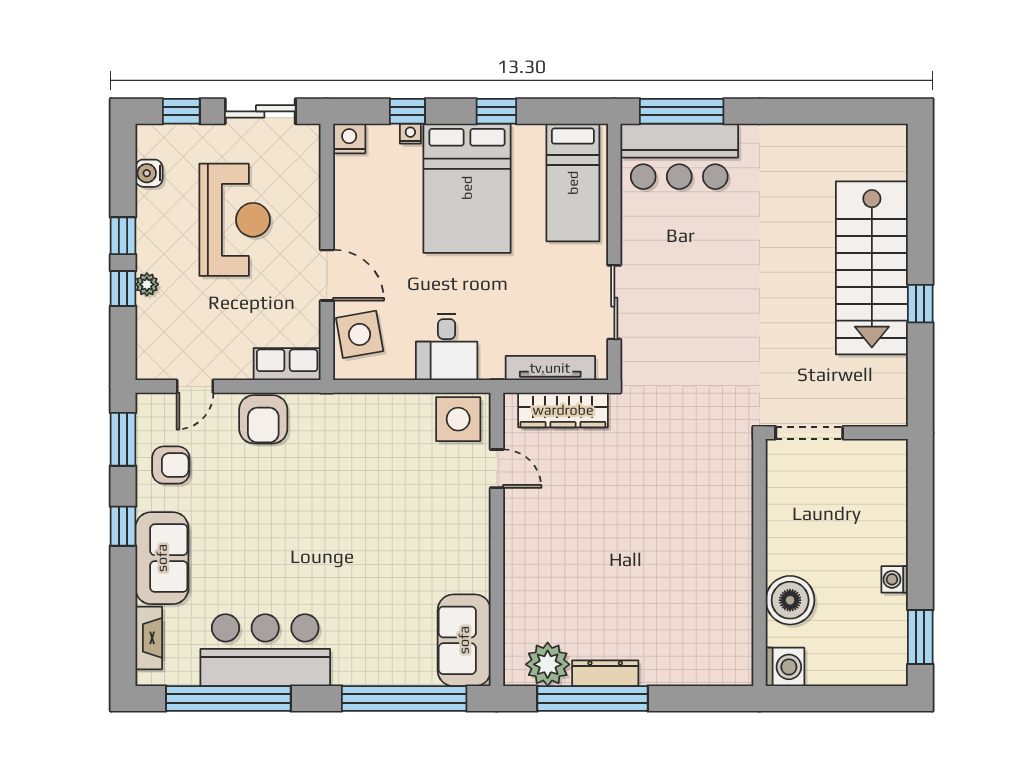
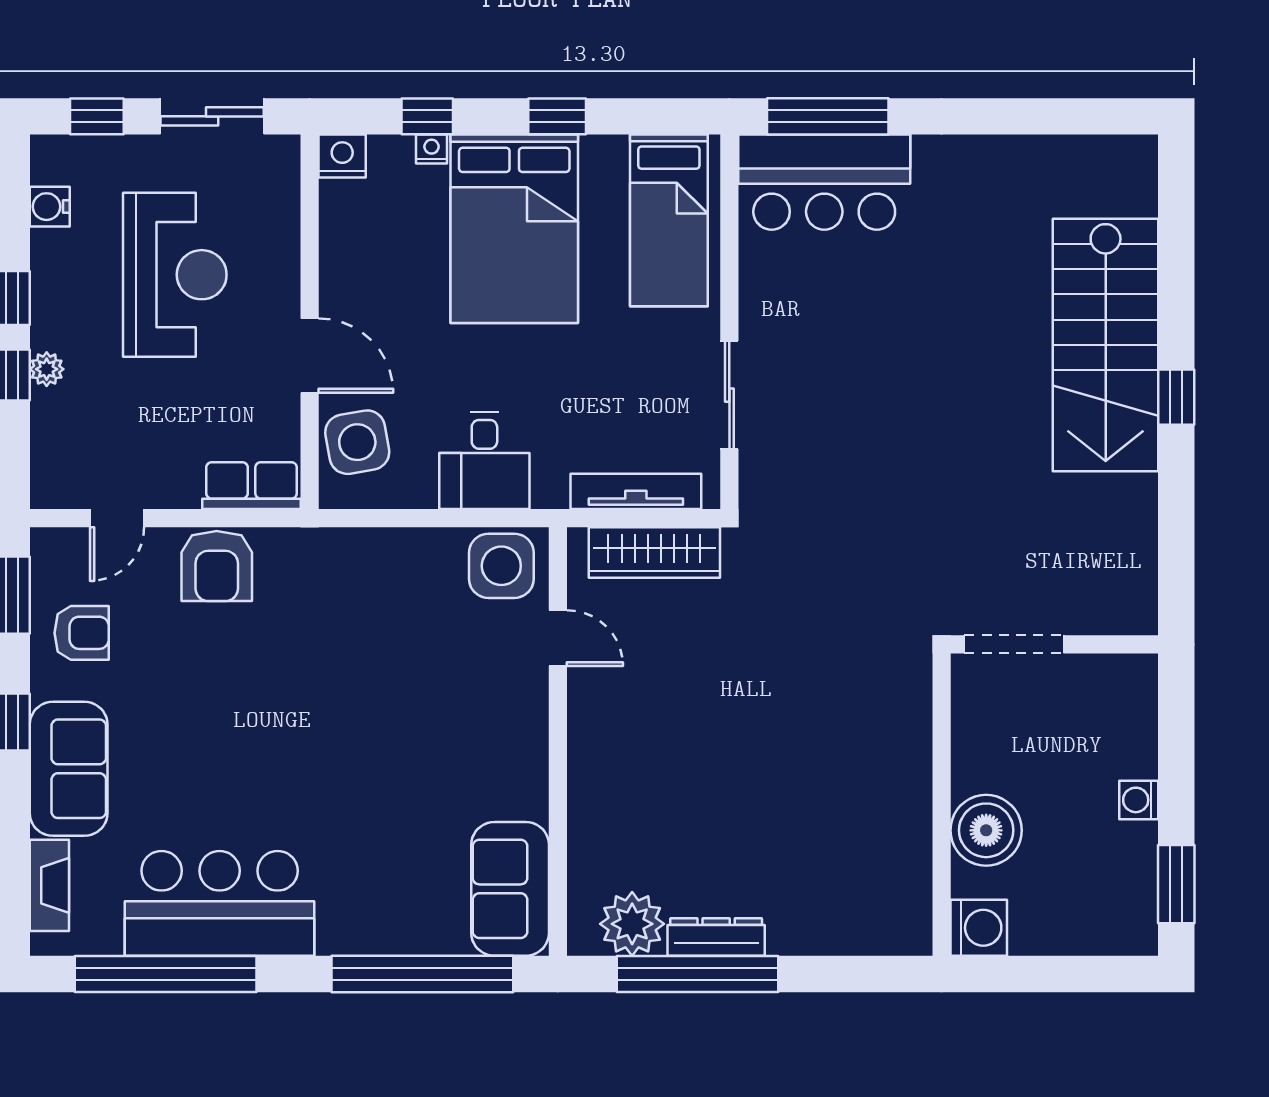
doorway: (809, 433) -> (1014, 644), moved
wall: (837, 433) -> (1054, 644), moved

